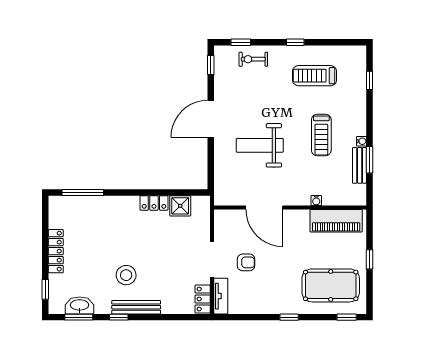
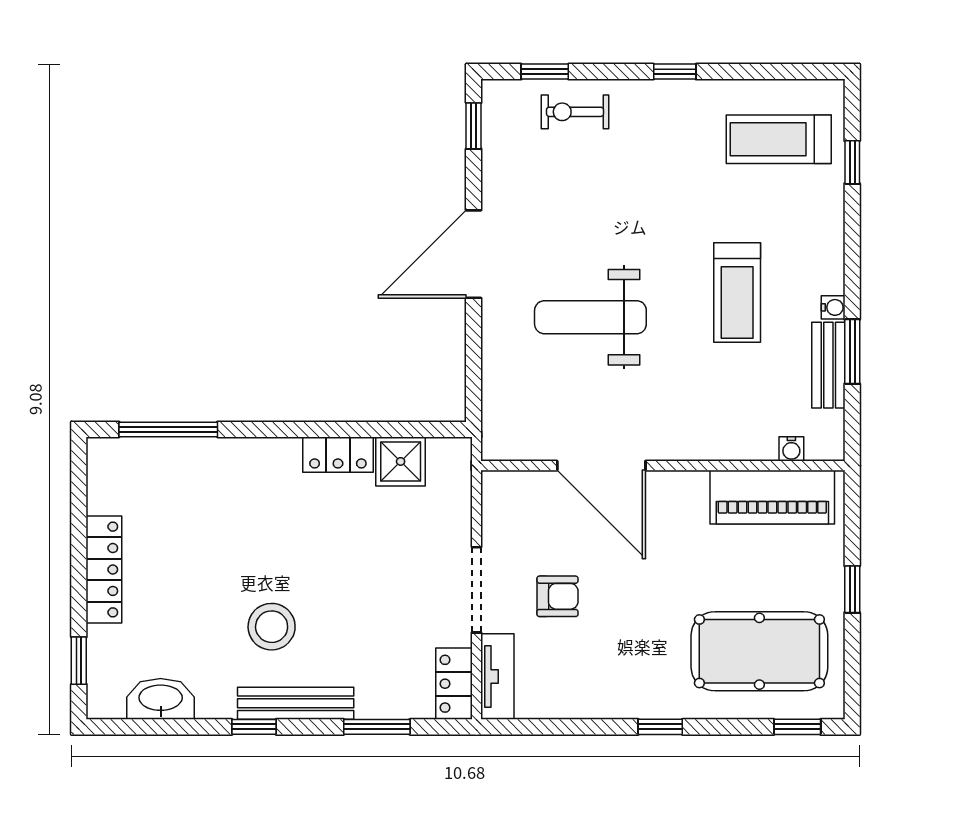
treadmill: (315, 76) -> (779, 139), moved
water cooler: (316, 201) -> (791, 449), moved
window: (79, 317) -> (377, 727), moved

